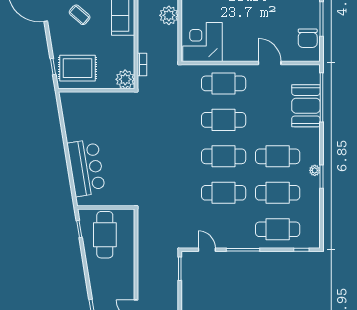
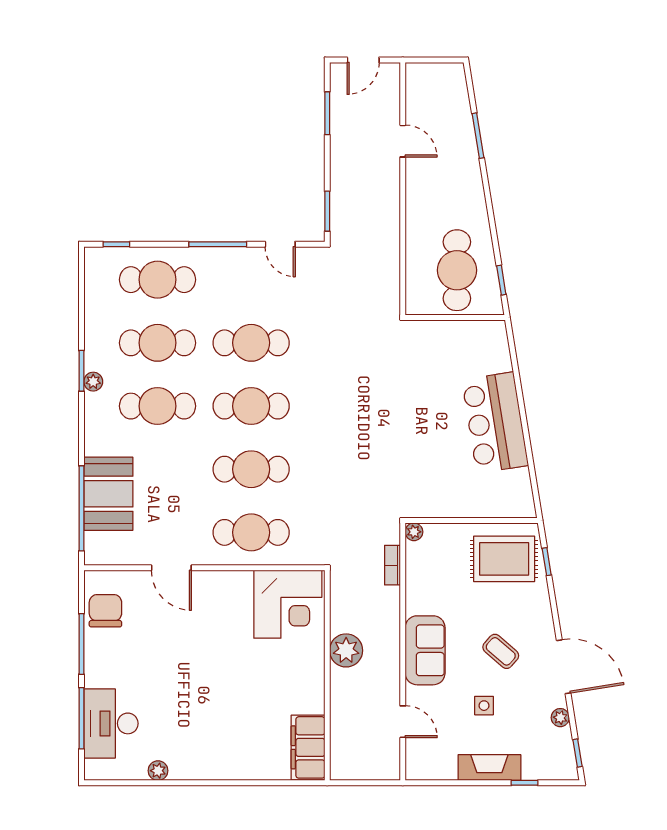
plant: (125, 79) -> (414, 532), width x0.53, depth x0.53
bar counter: (86, 168) -> (495, 423), moved

